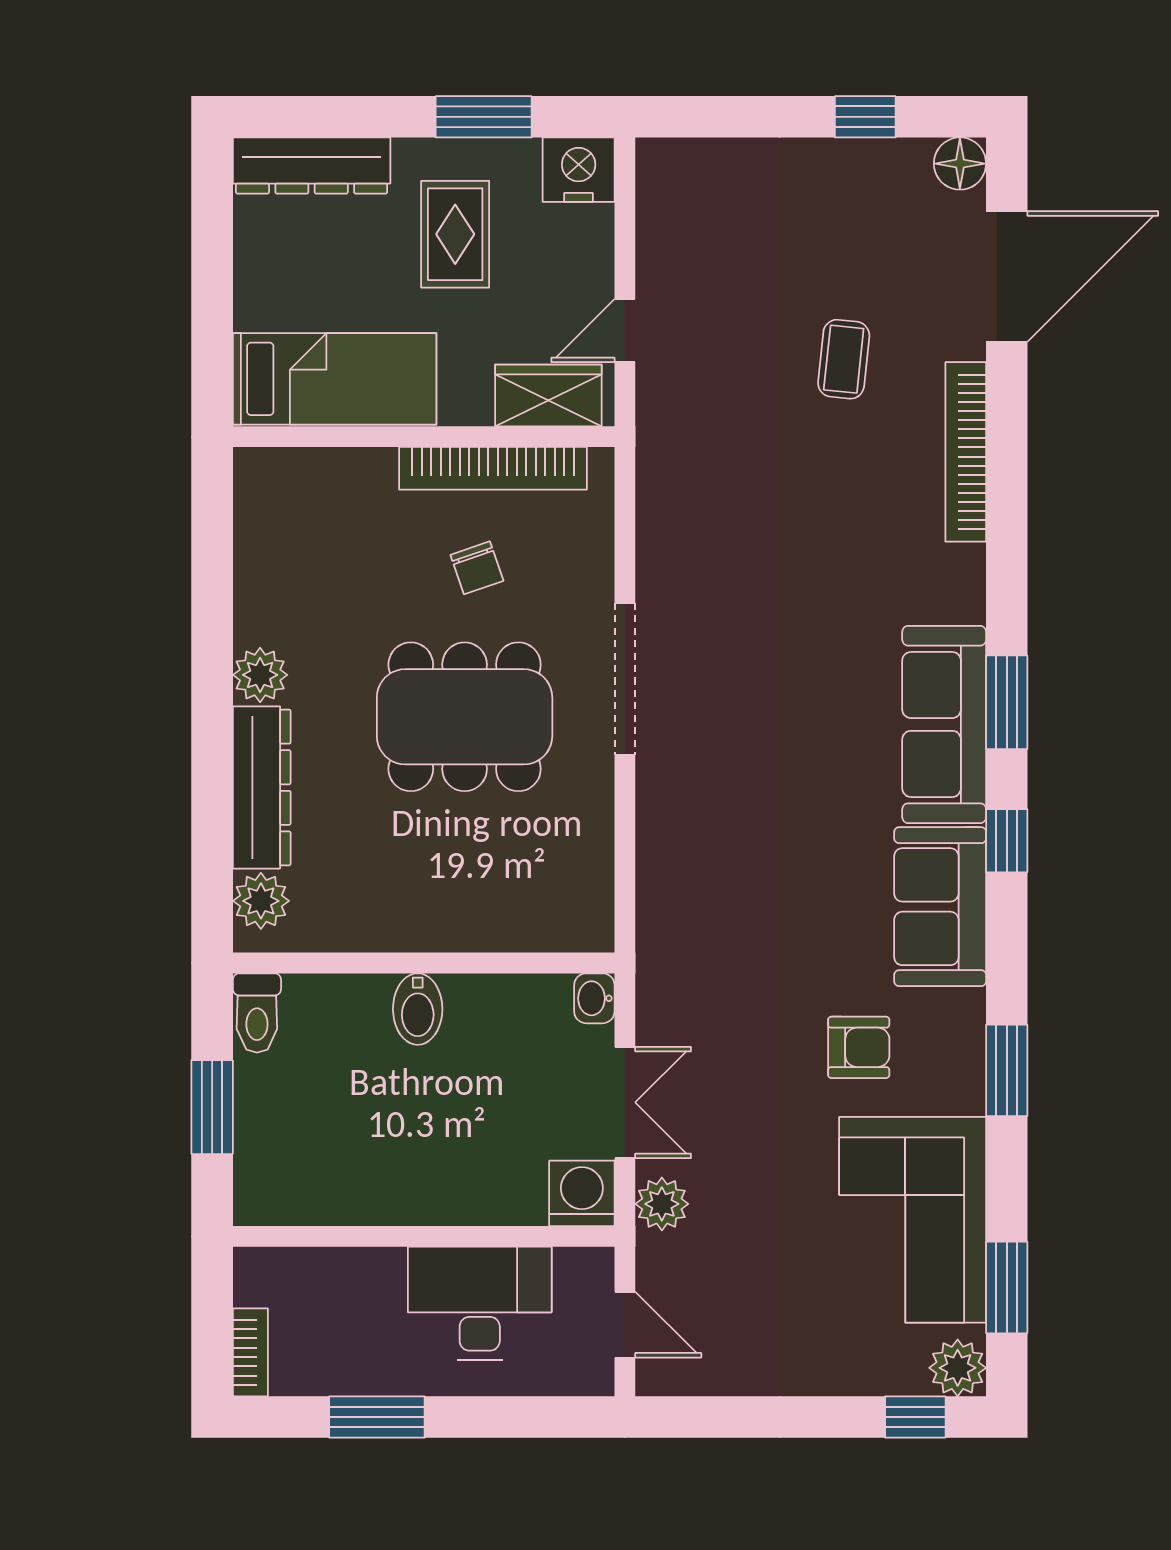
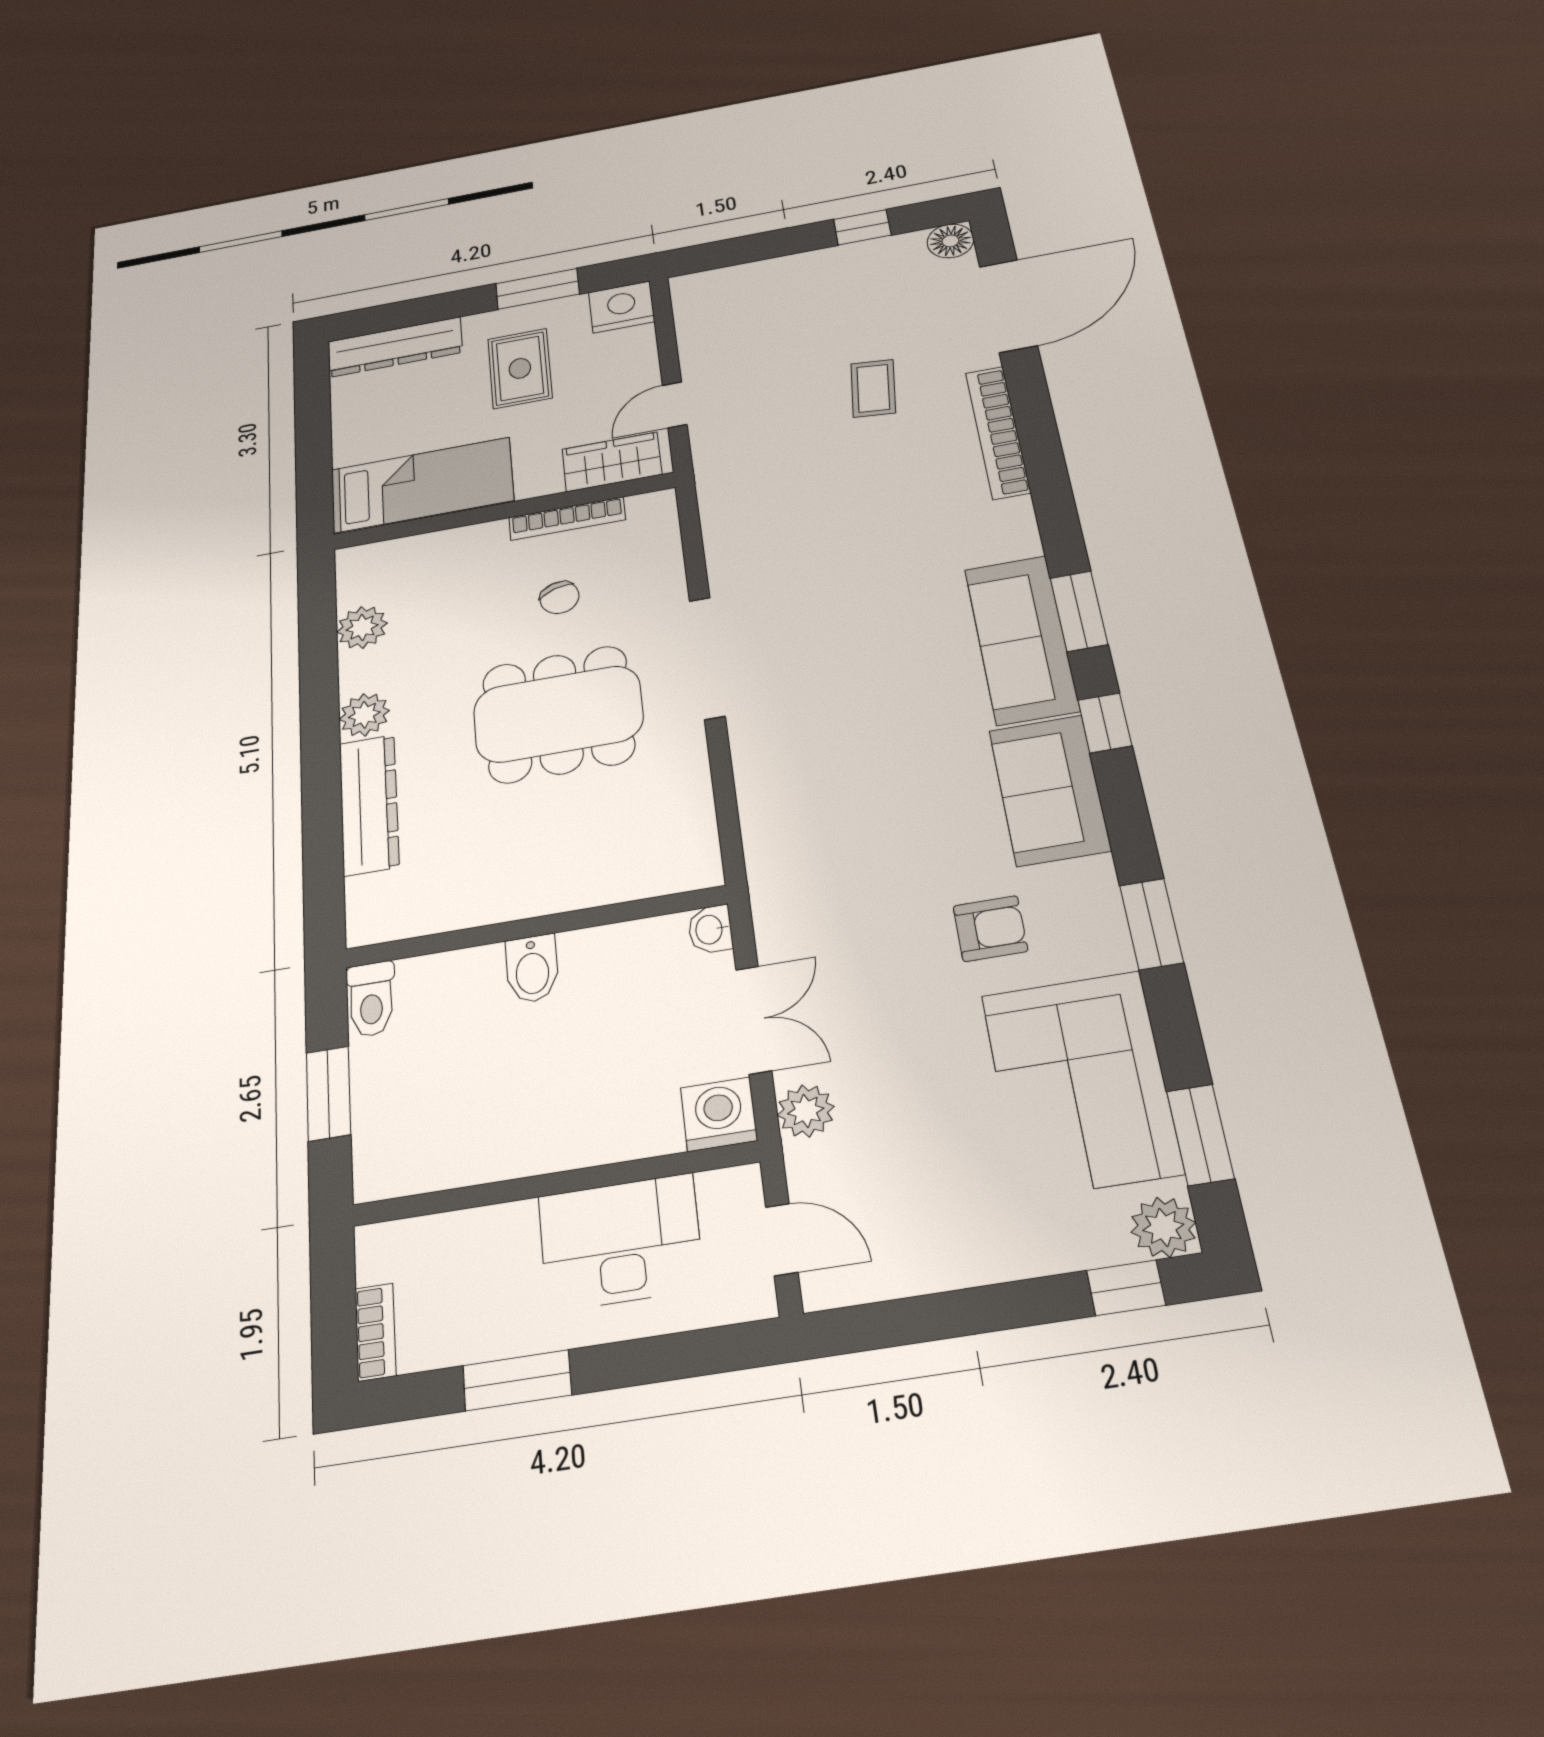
bookcase: (493, 468) -> (567, 519), width x0.68, depth x0.76
plant: (261, 901) -> (362, 627), moved

